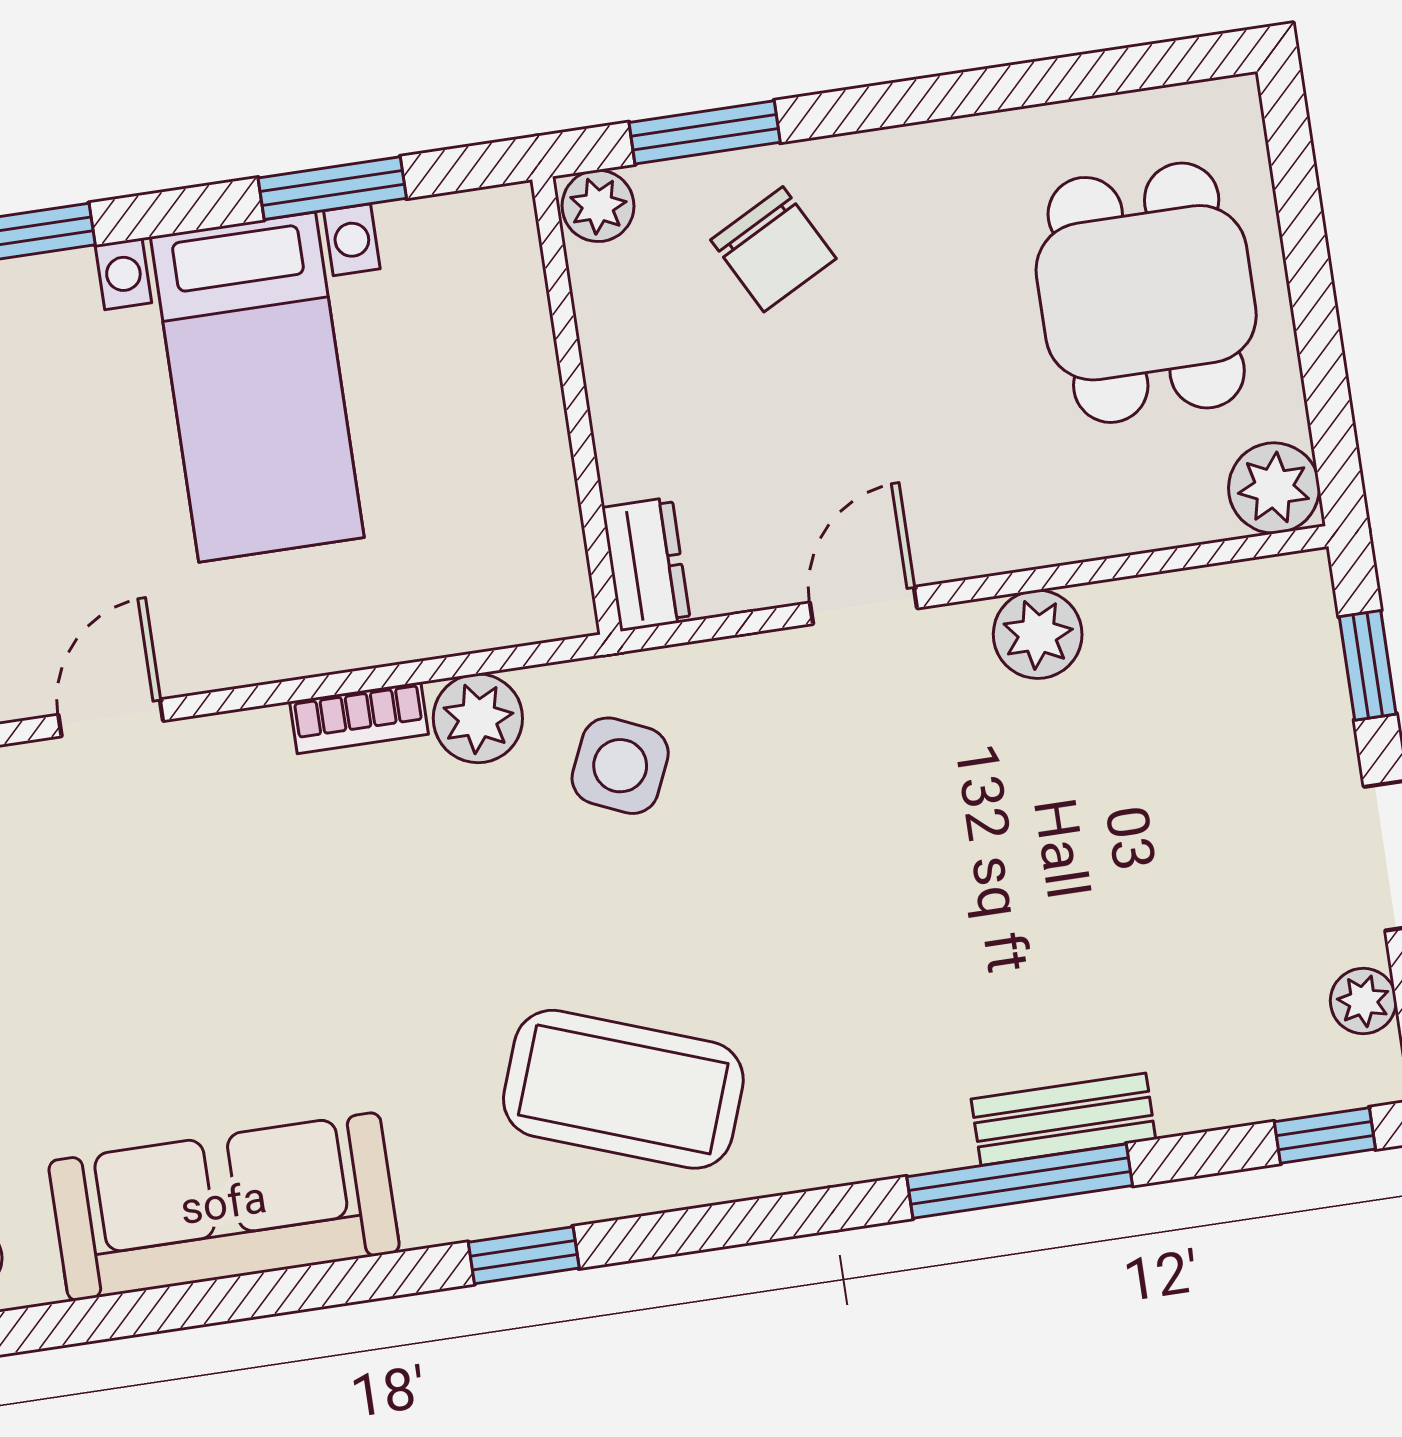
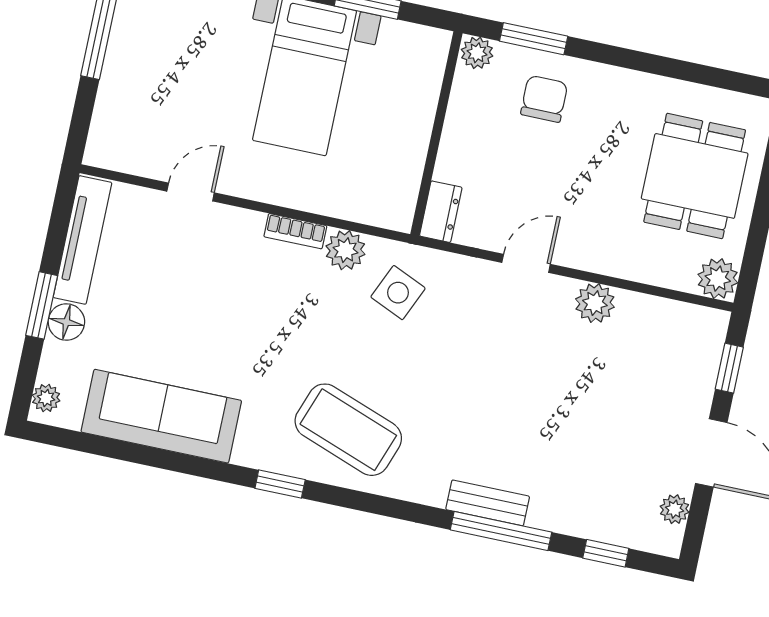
chair: (773, 249) -> (544, 99), turned -152
bench: (1063, 1119) -> (488, 503), moved
window: (1325, 1135) -> (606, 553), moved

